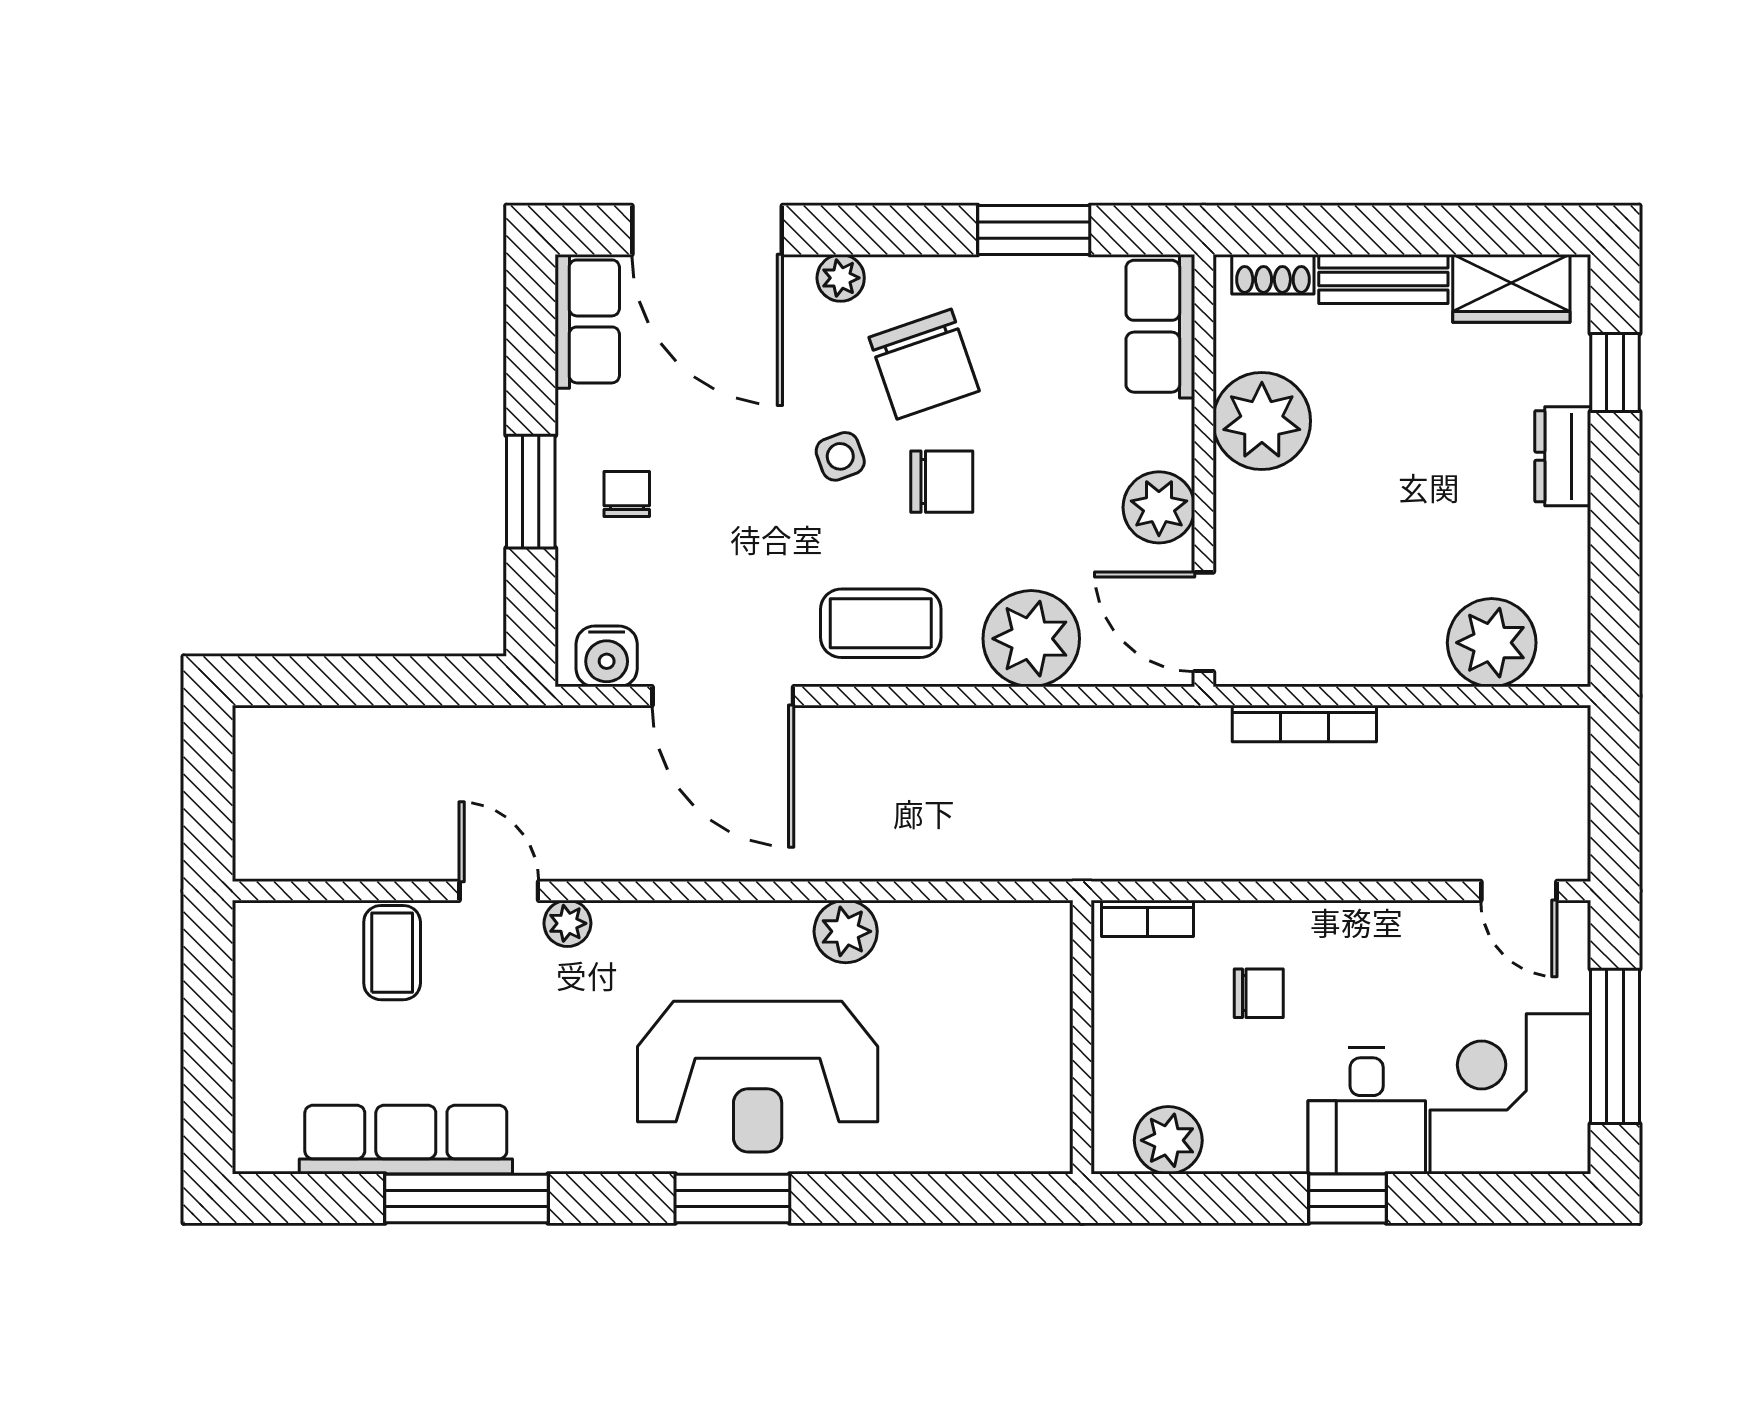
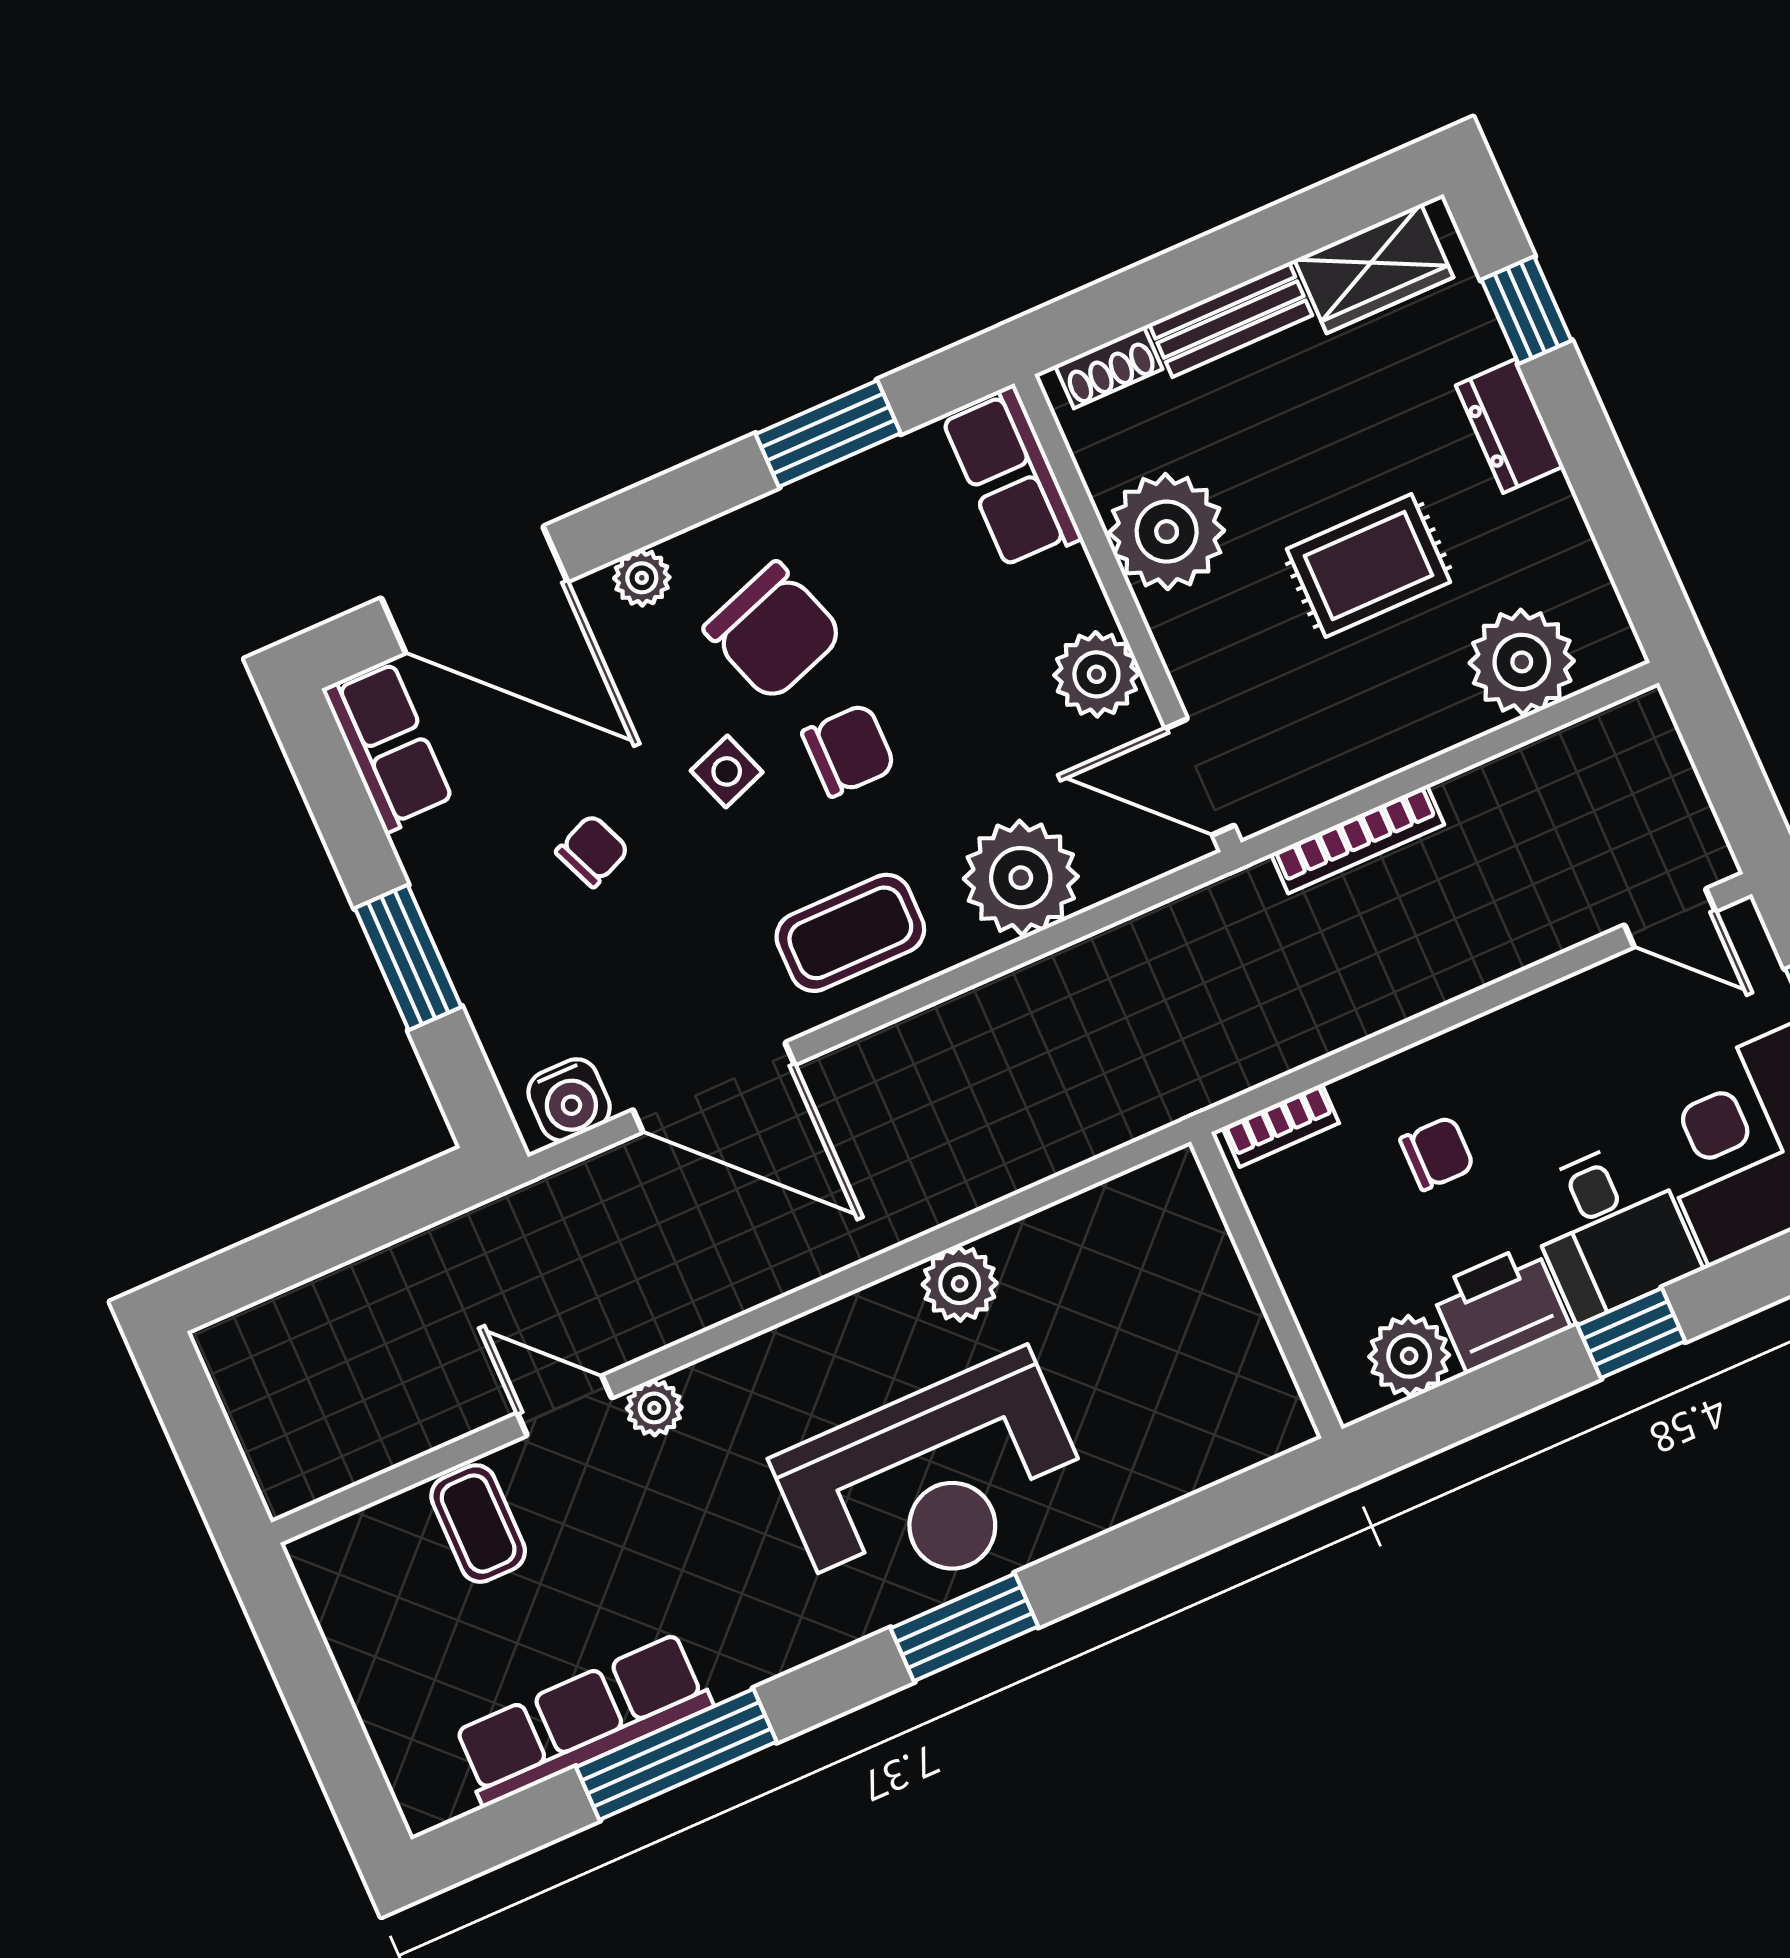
chair: (627, 494) -> (592, 851), moved, turned 67
rug: (1406, 516) -> (1368, 566), added
printer: (1255, 1134) -> (1500, 1308), added

